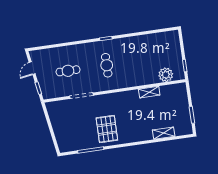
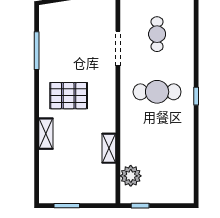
cafe table: (107, 65) -> (157, 92), width x1.37, depth x1.35
pallet: (107, 129) -> (69, 96), moved
shelving: (164, 133) -> (46, 134), moved

